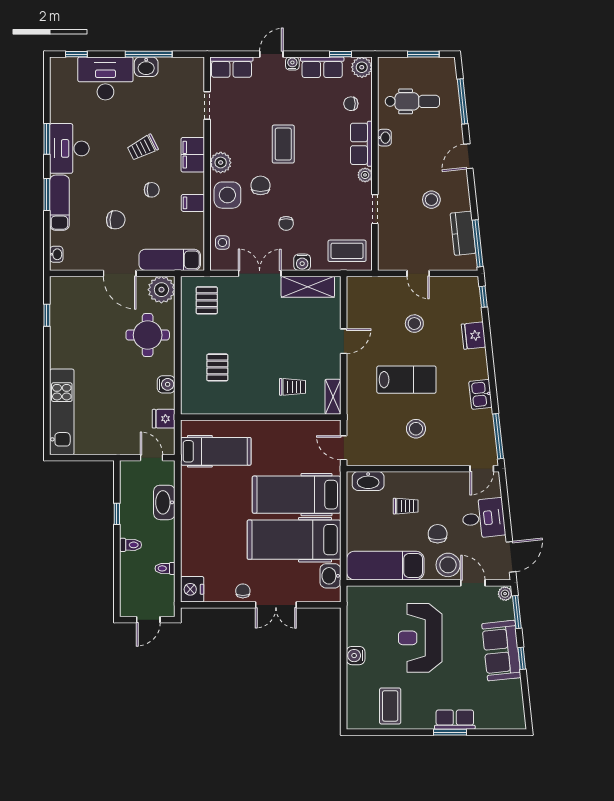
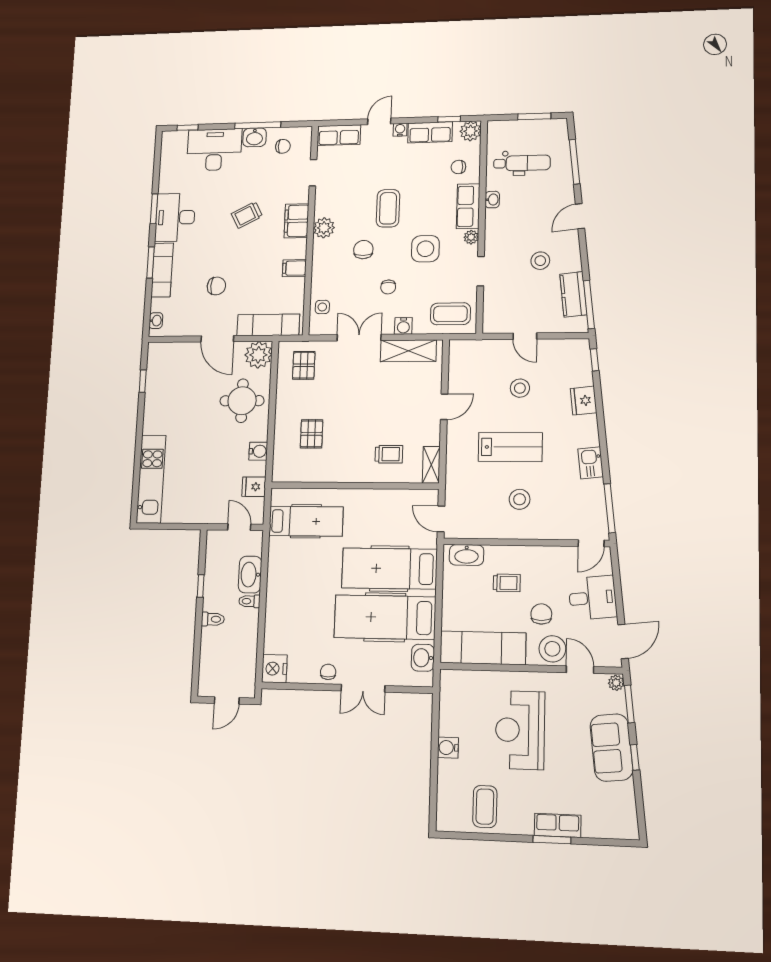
chair: (152, 190) -> (283, 146), moved
side table: (227, 195) -> (425, 249), moved
toilet: (165, 568) -> (249, 601), moved

